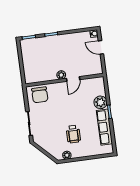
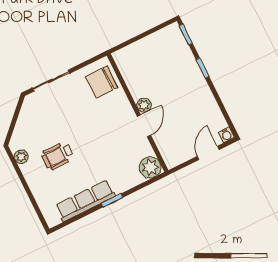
door: (73, 79) -> (144, 126), swing flipped
plant: (100, 102) -> (150, 167), moved

